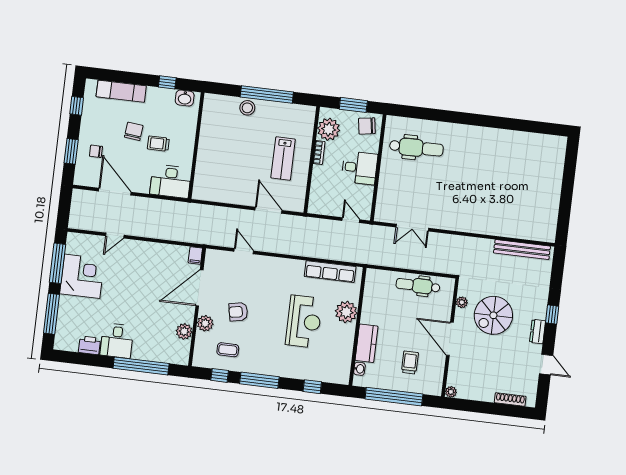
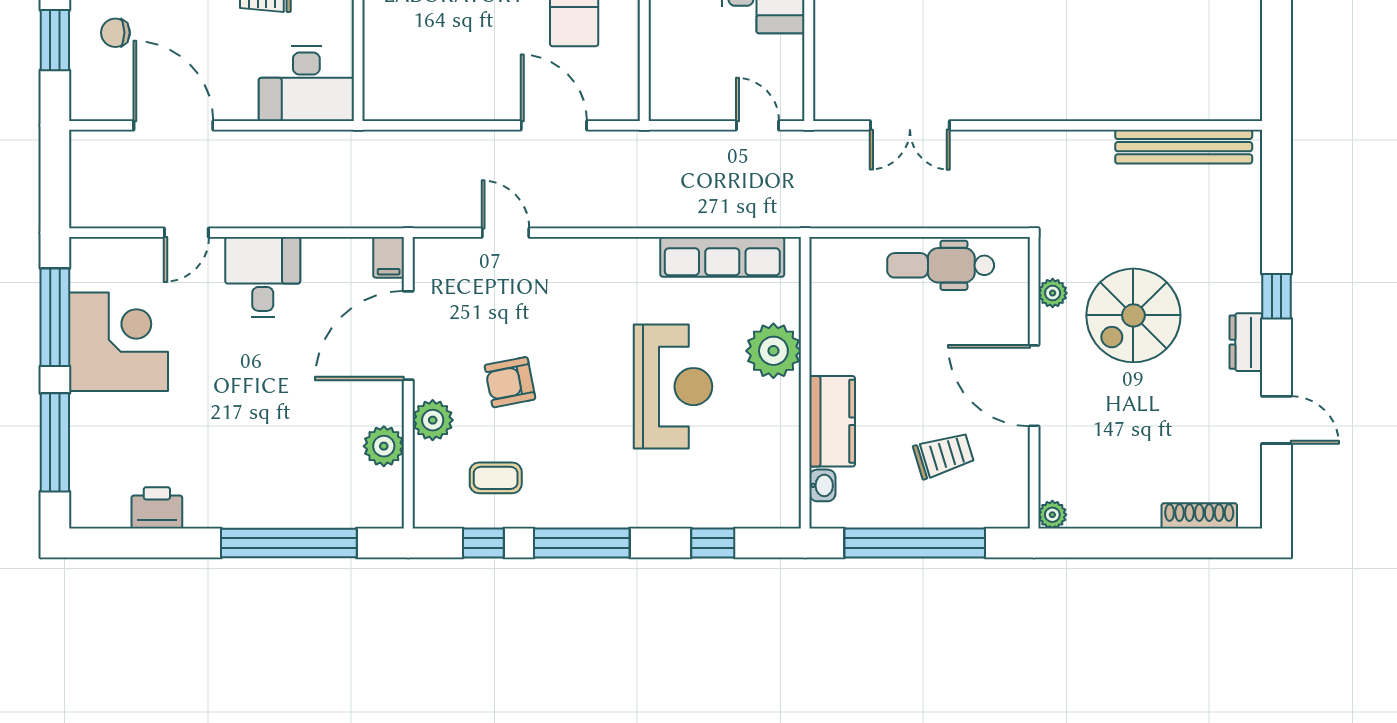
desk: (117, 341) -> (263, 277), moved, turned 180
trolley: (410, 362) -> (944, 455), turned 73

